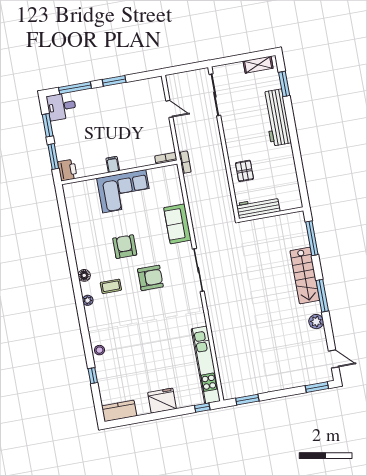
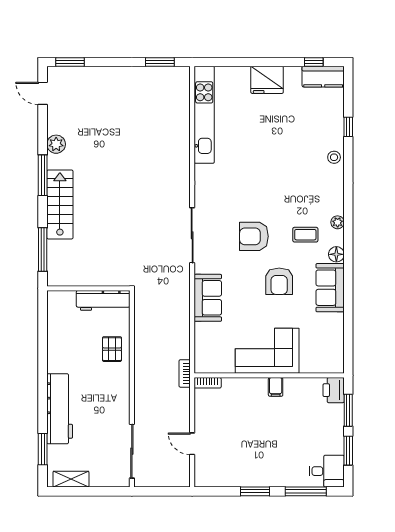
sofa: (84, 249) -> (330, 288), added
window: (202, 408) -> (314, 62), moved

